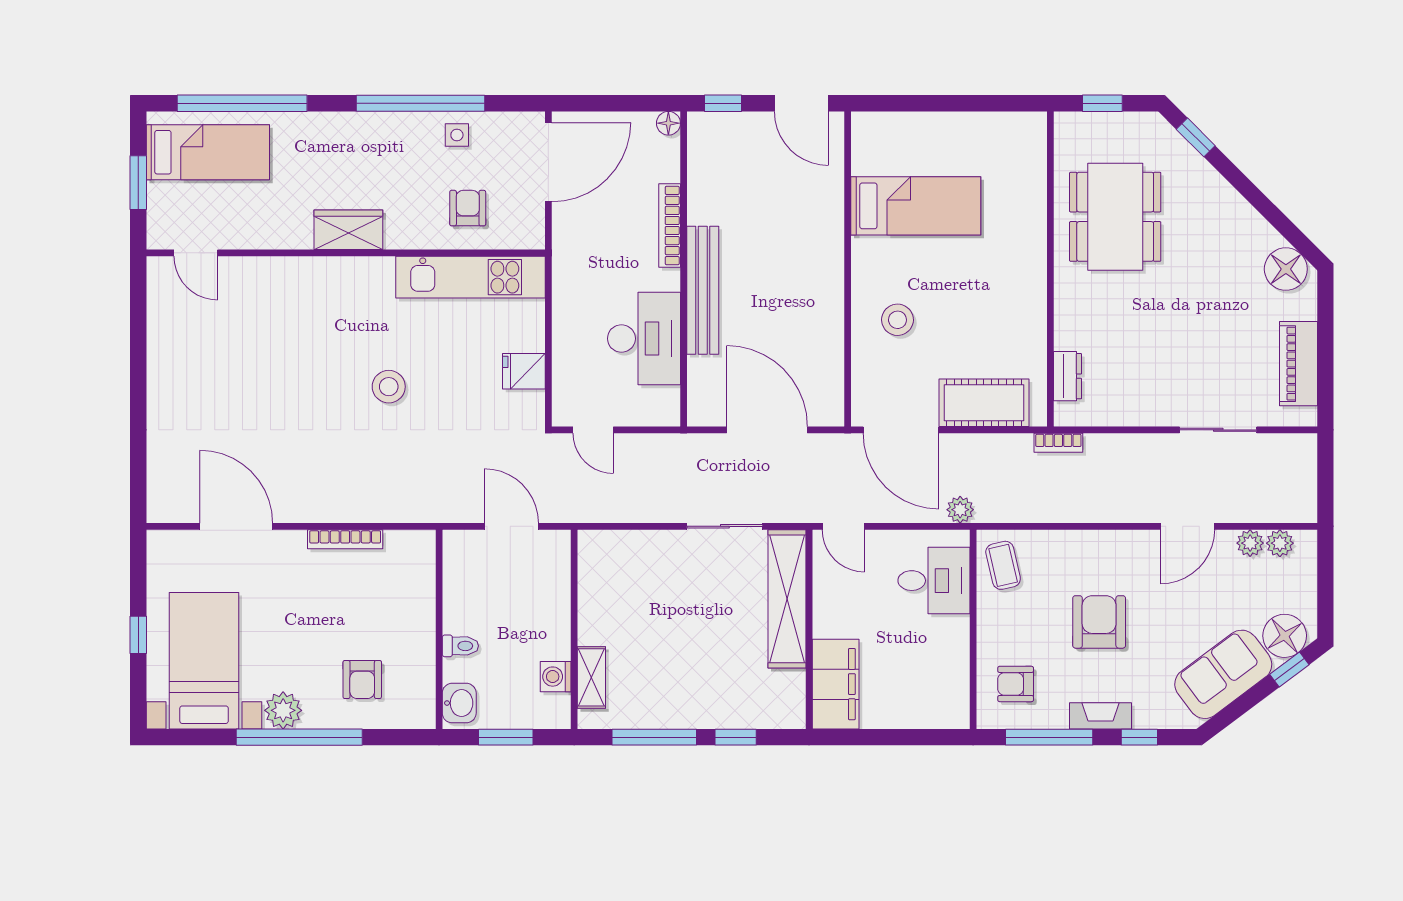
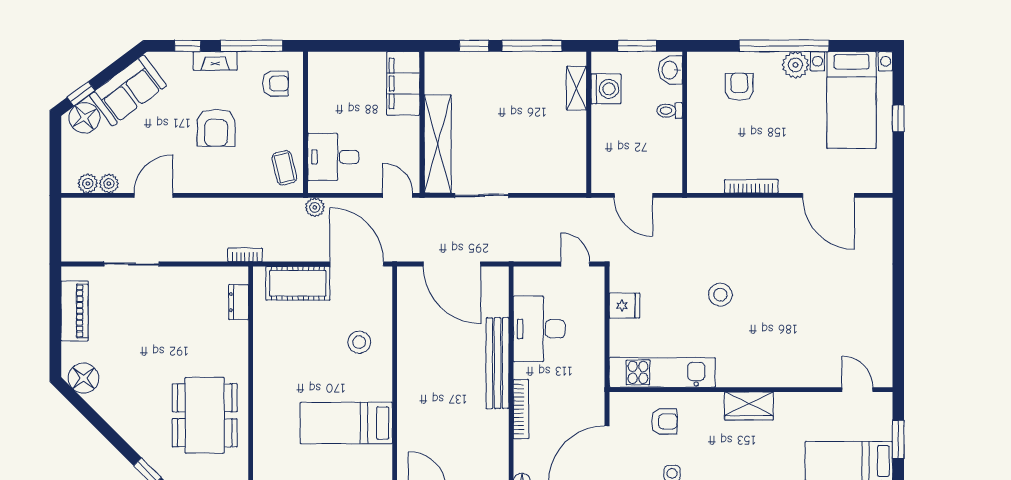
armchair: (468, 208) -> (664, 421), turned -90
washing machine: (556, 677) -> (606, 89), width x1.38, depth x1.38

